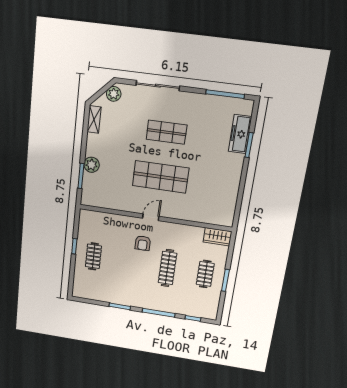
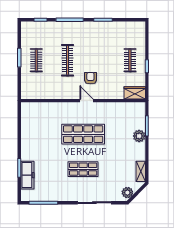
door: (151, 217) -> (87, 101), swing flipped
wardrobe: (217, 237) -> (135, 93), moved

